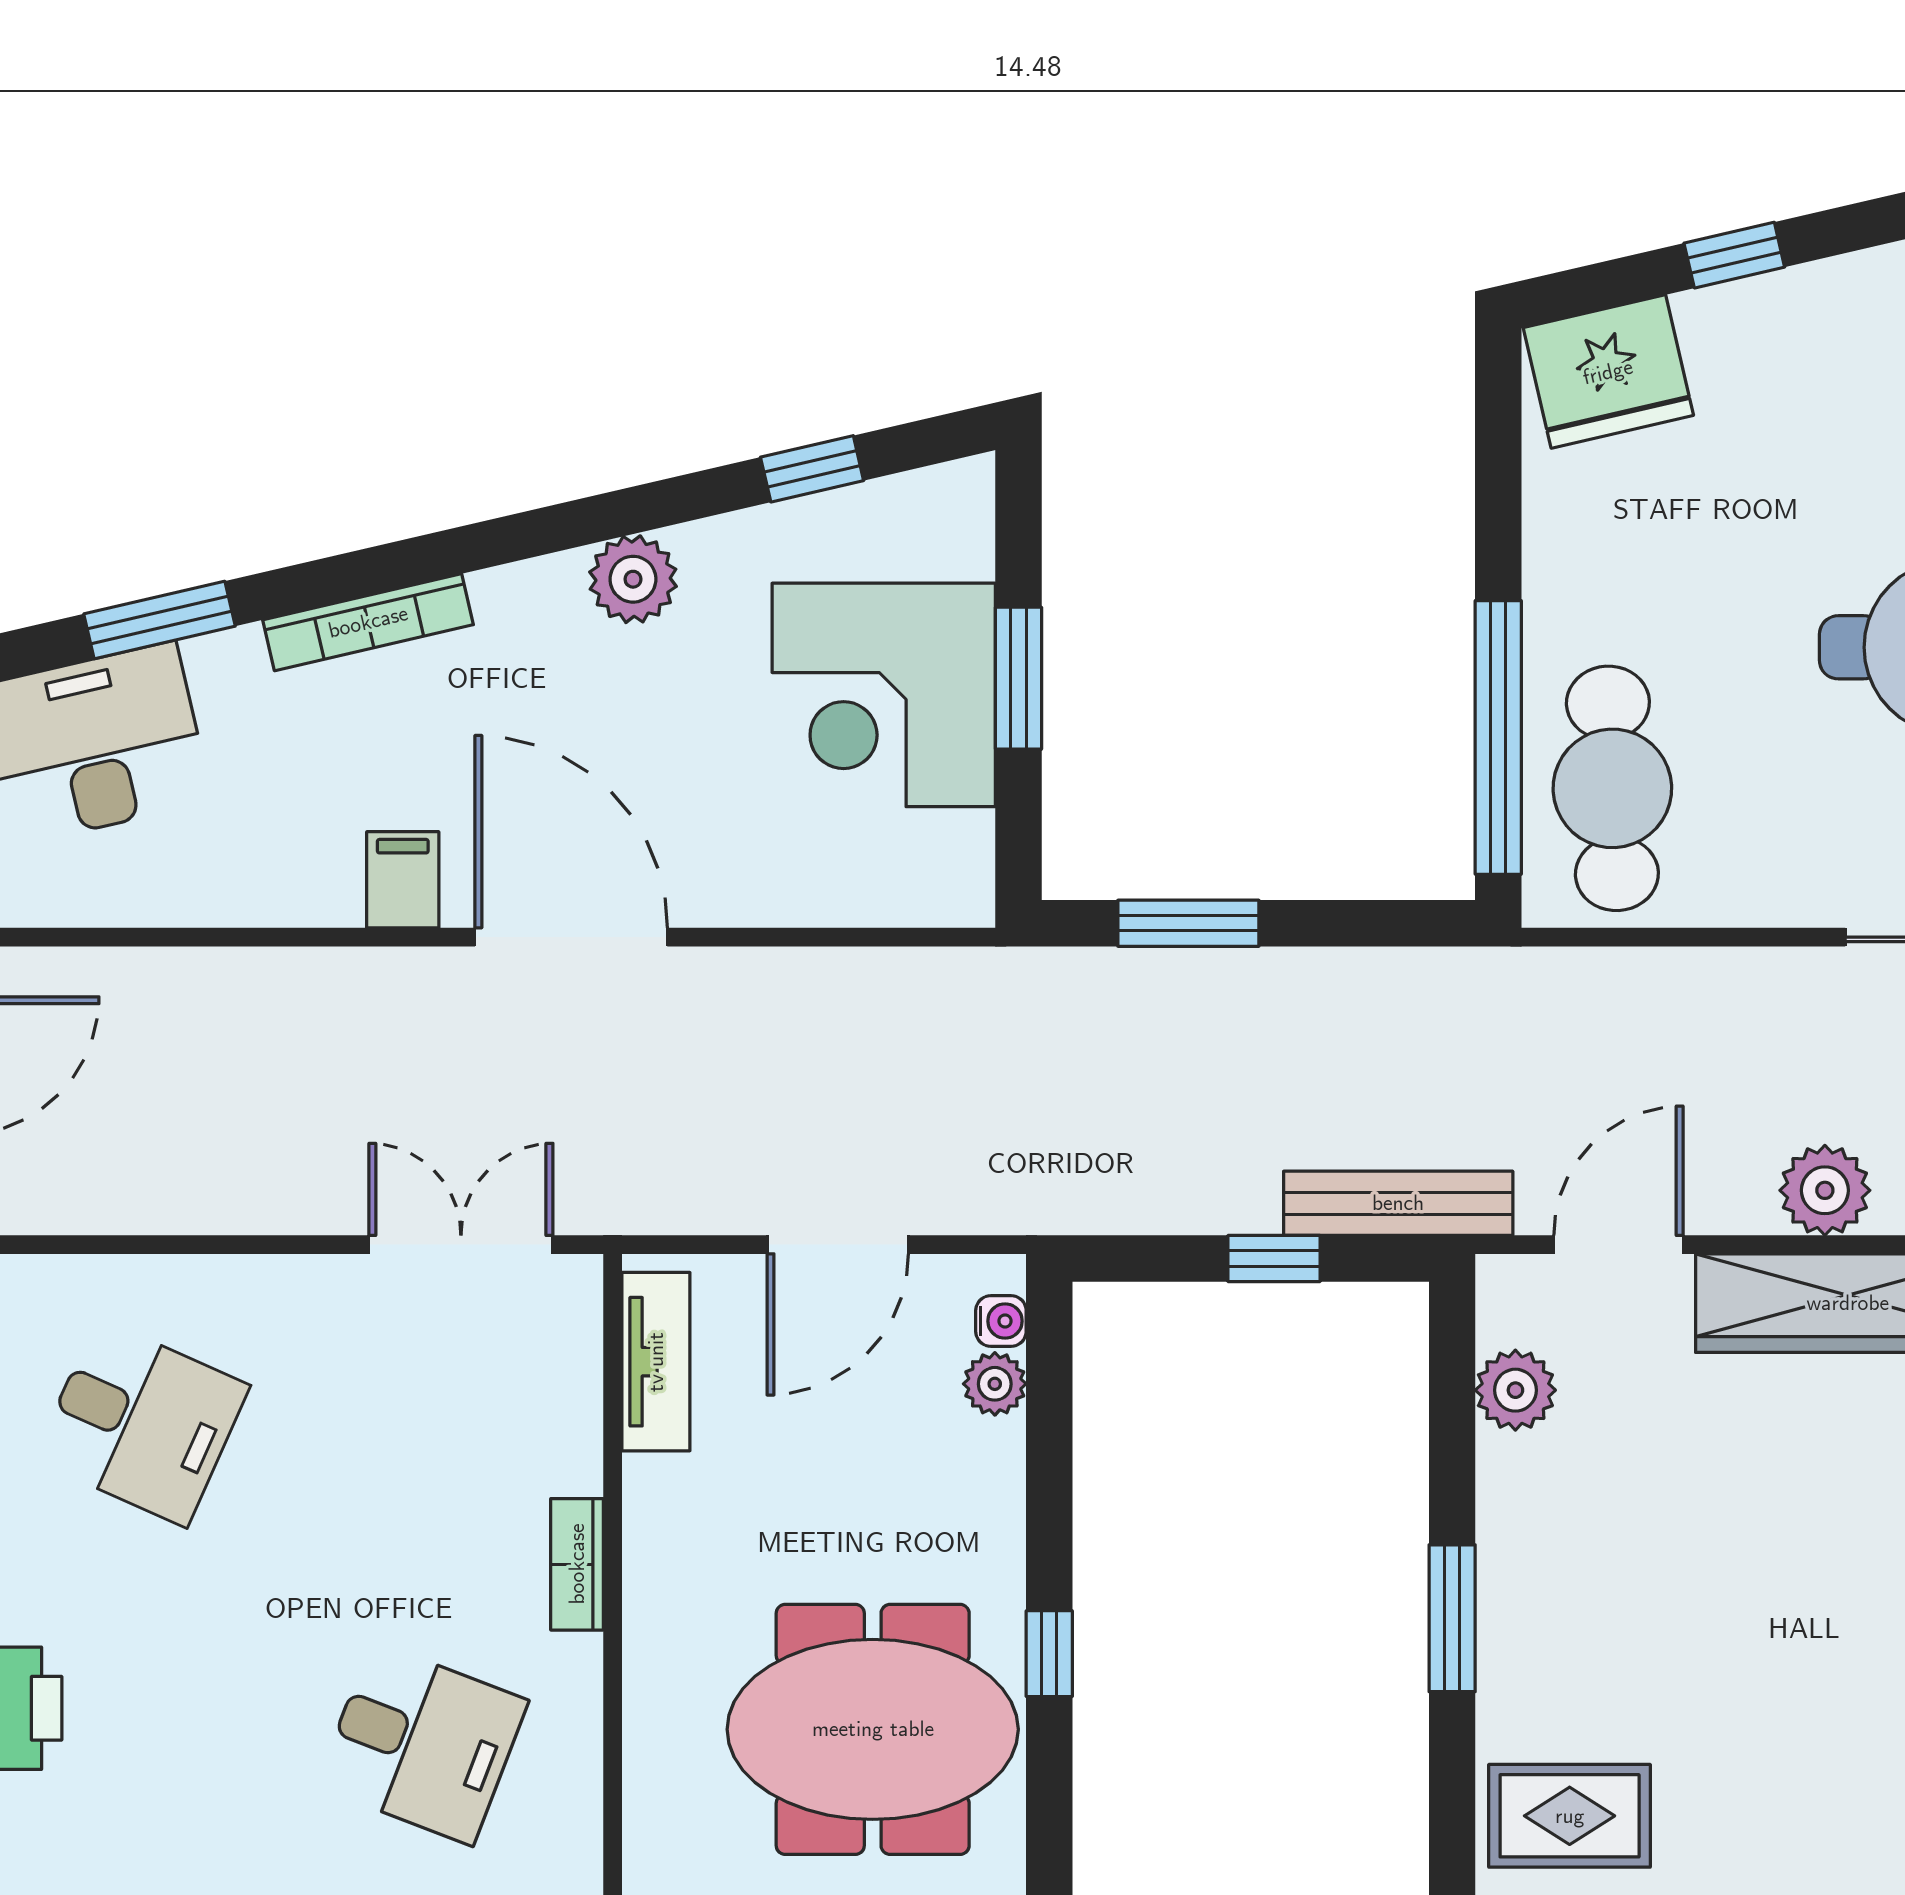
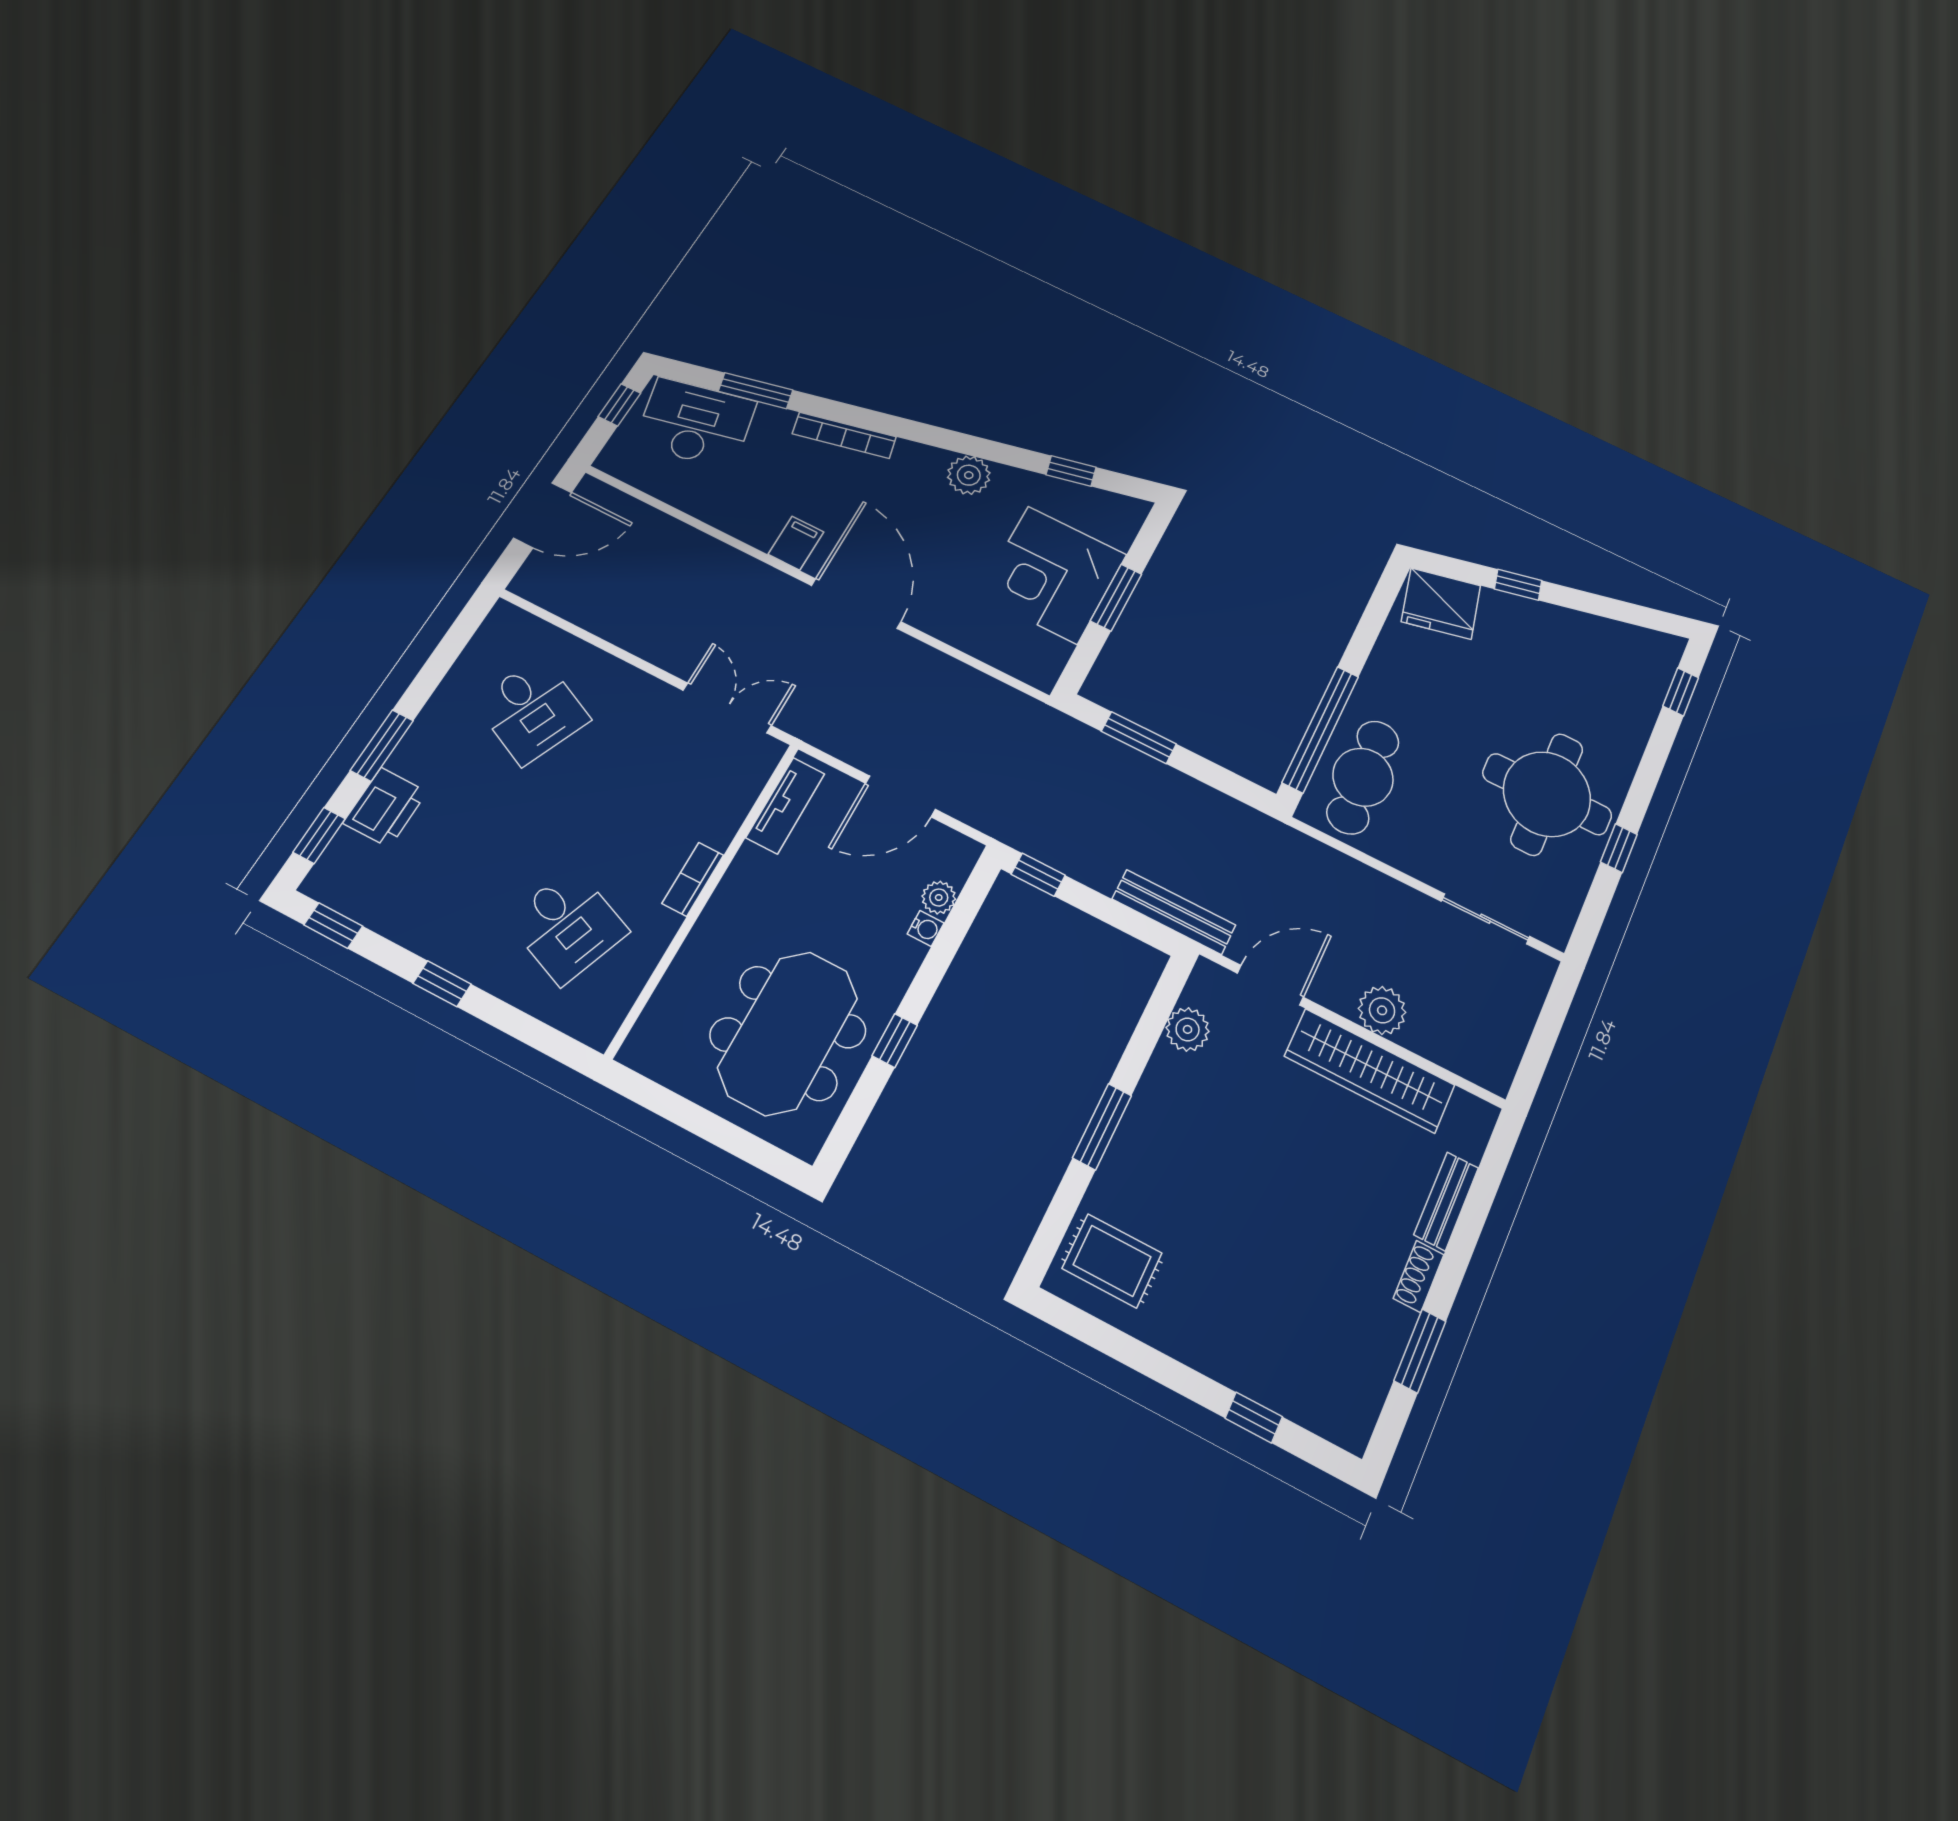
window: (1274, 1258) -> (1038, 875), moved
water cooler: (1001, 1321) -> (926, 928), moved
meeting table: (873, 1729) -> (788, 1033), turned 90

